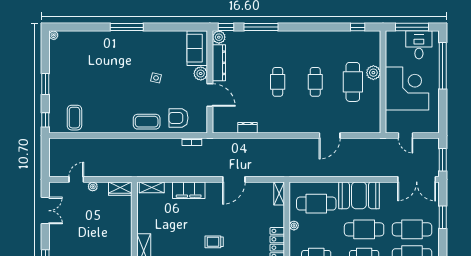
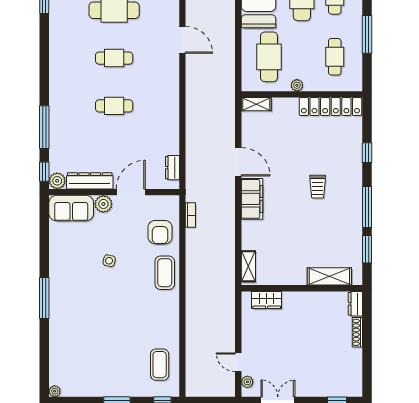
coffee table: (74, 118) -> (160, 365), turned 90
dresser: (247, 128) -> (172, 168), moved
plant: (93, 187) -> (247, 382), moved
wardrobe: (120, 189) -> (267, 300), moved, turned 90
filing cabinet: (189, 190) -> (252, 199), moved

